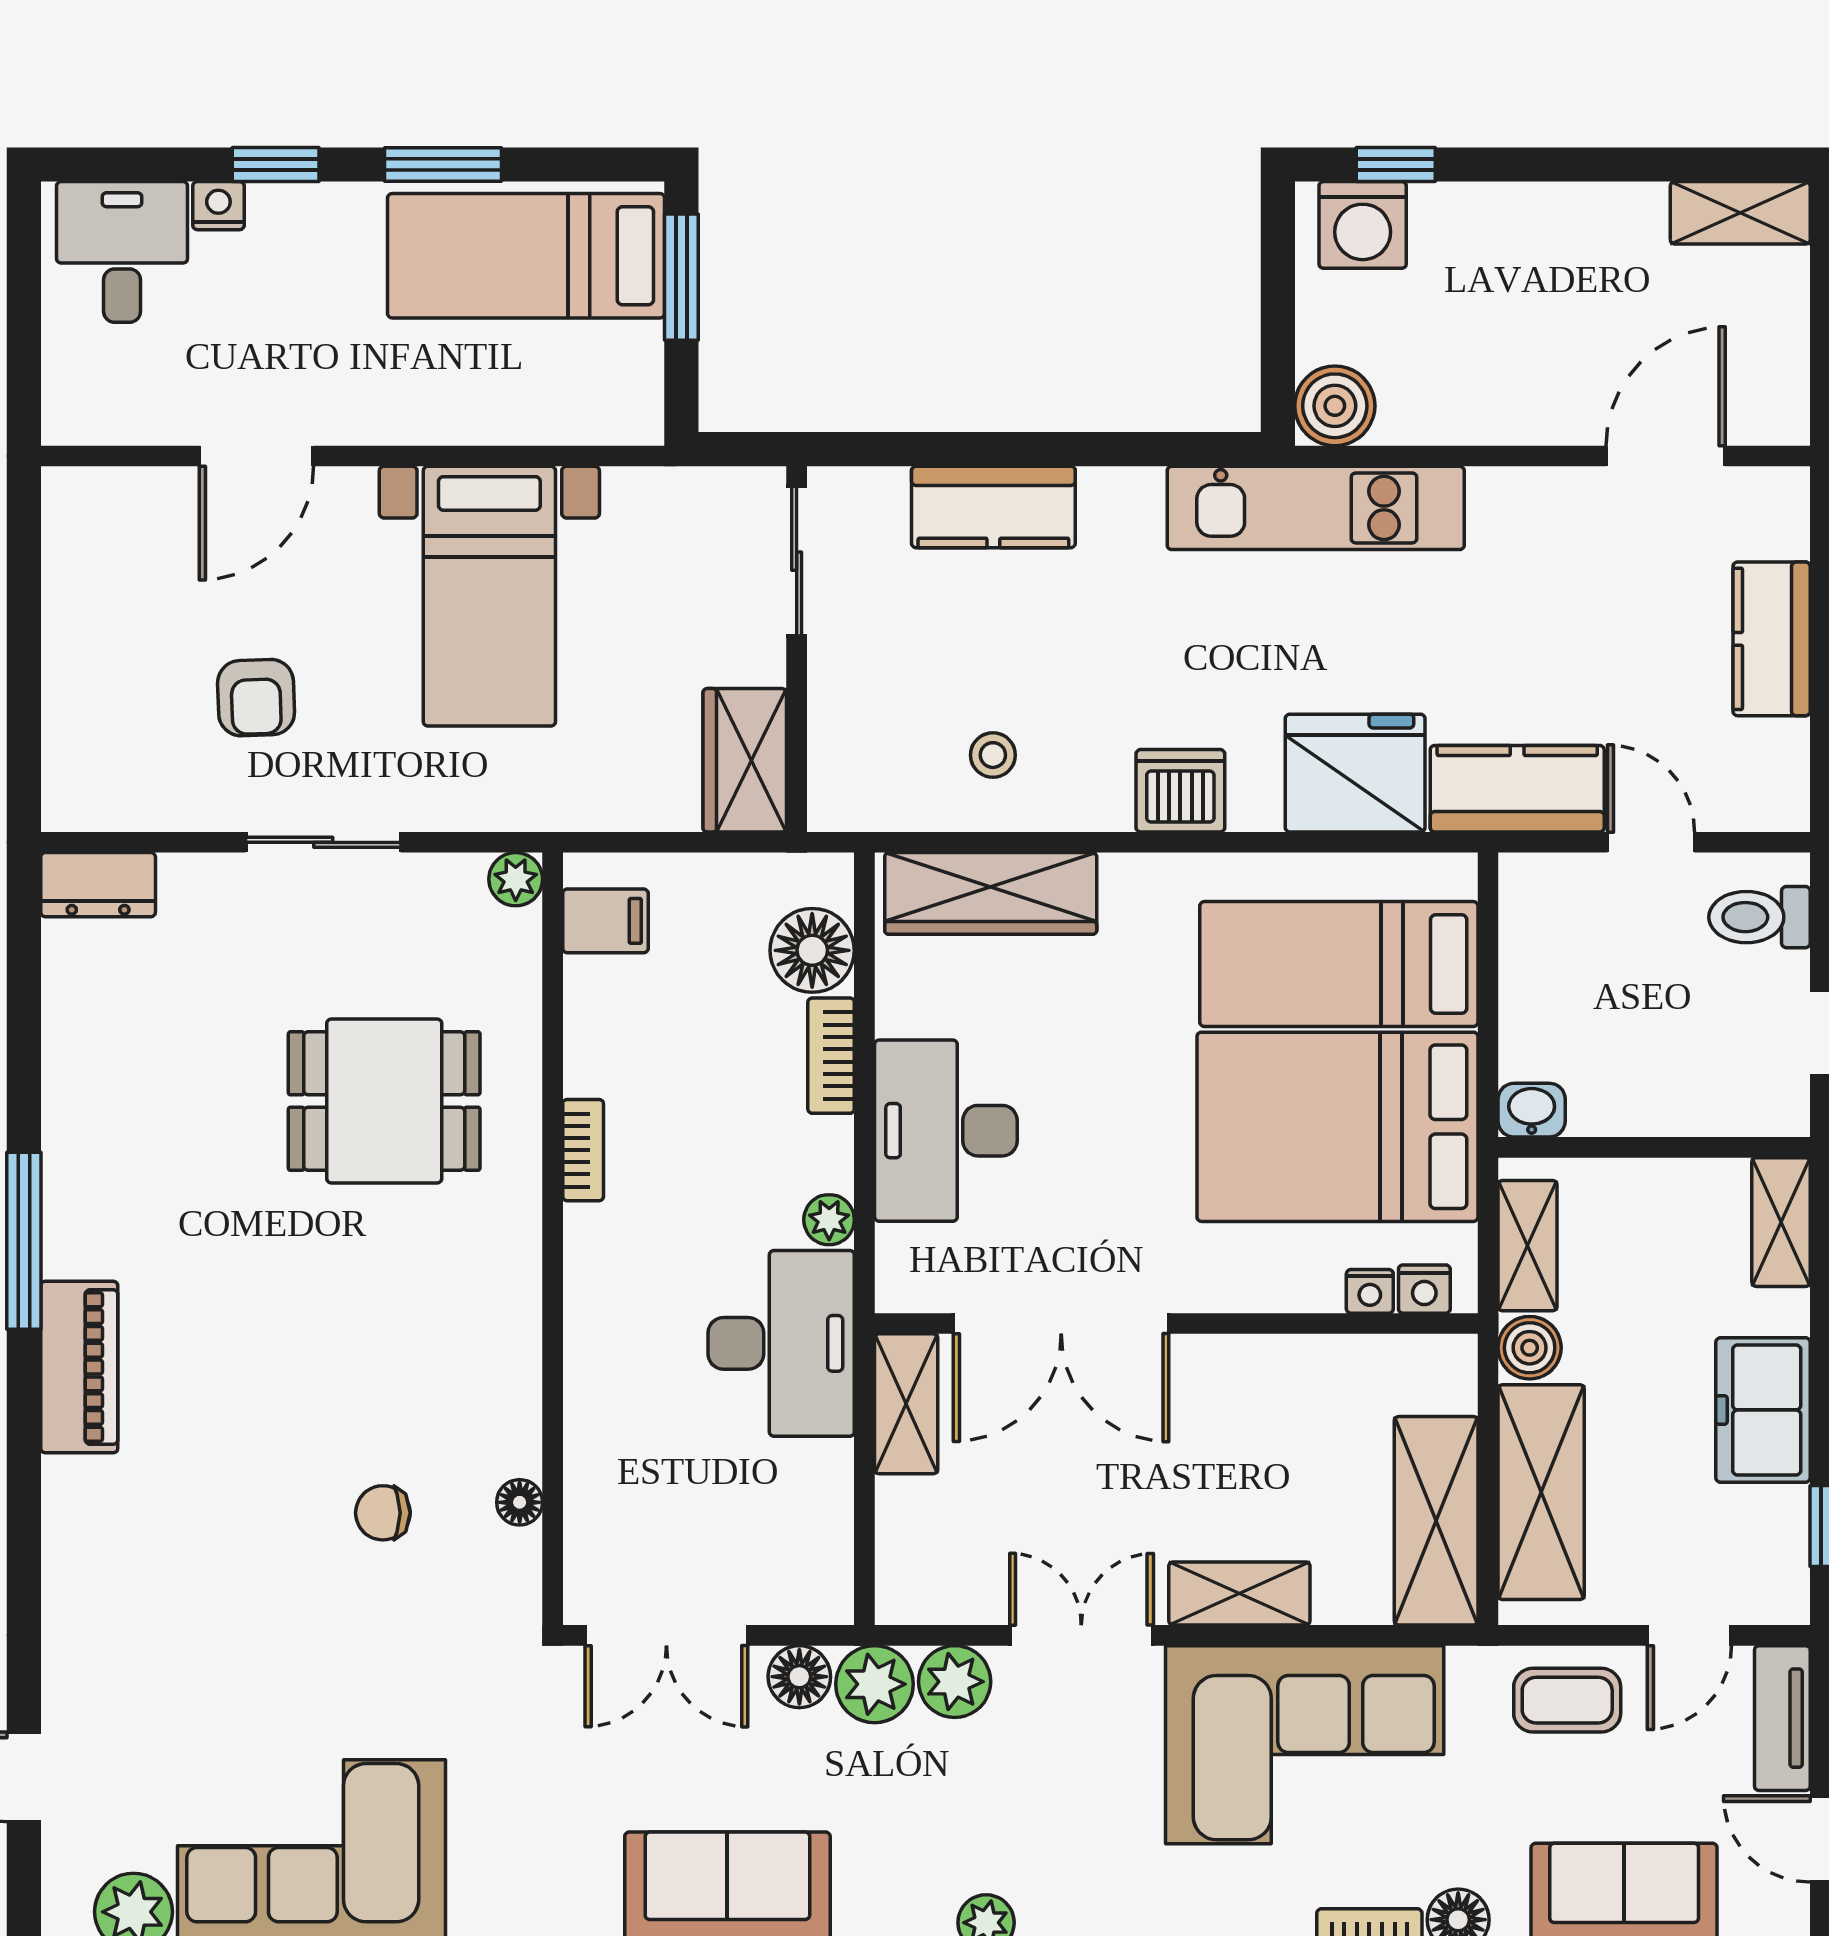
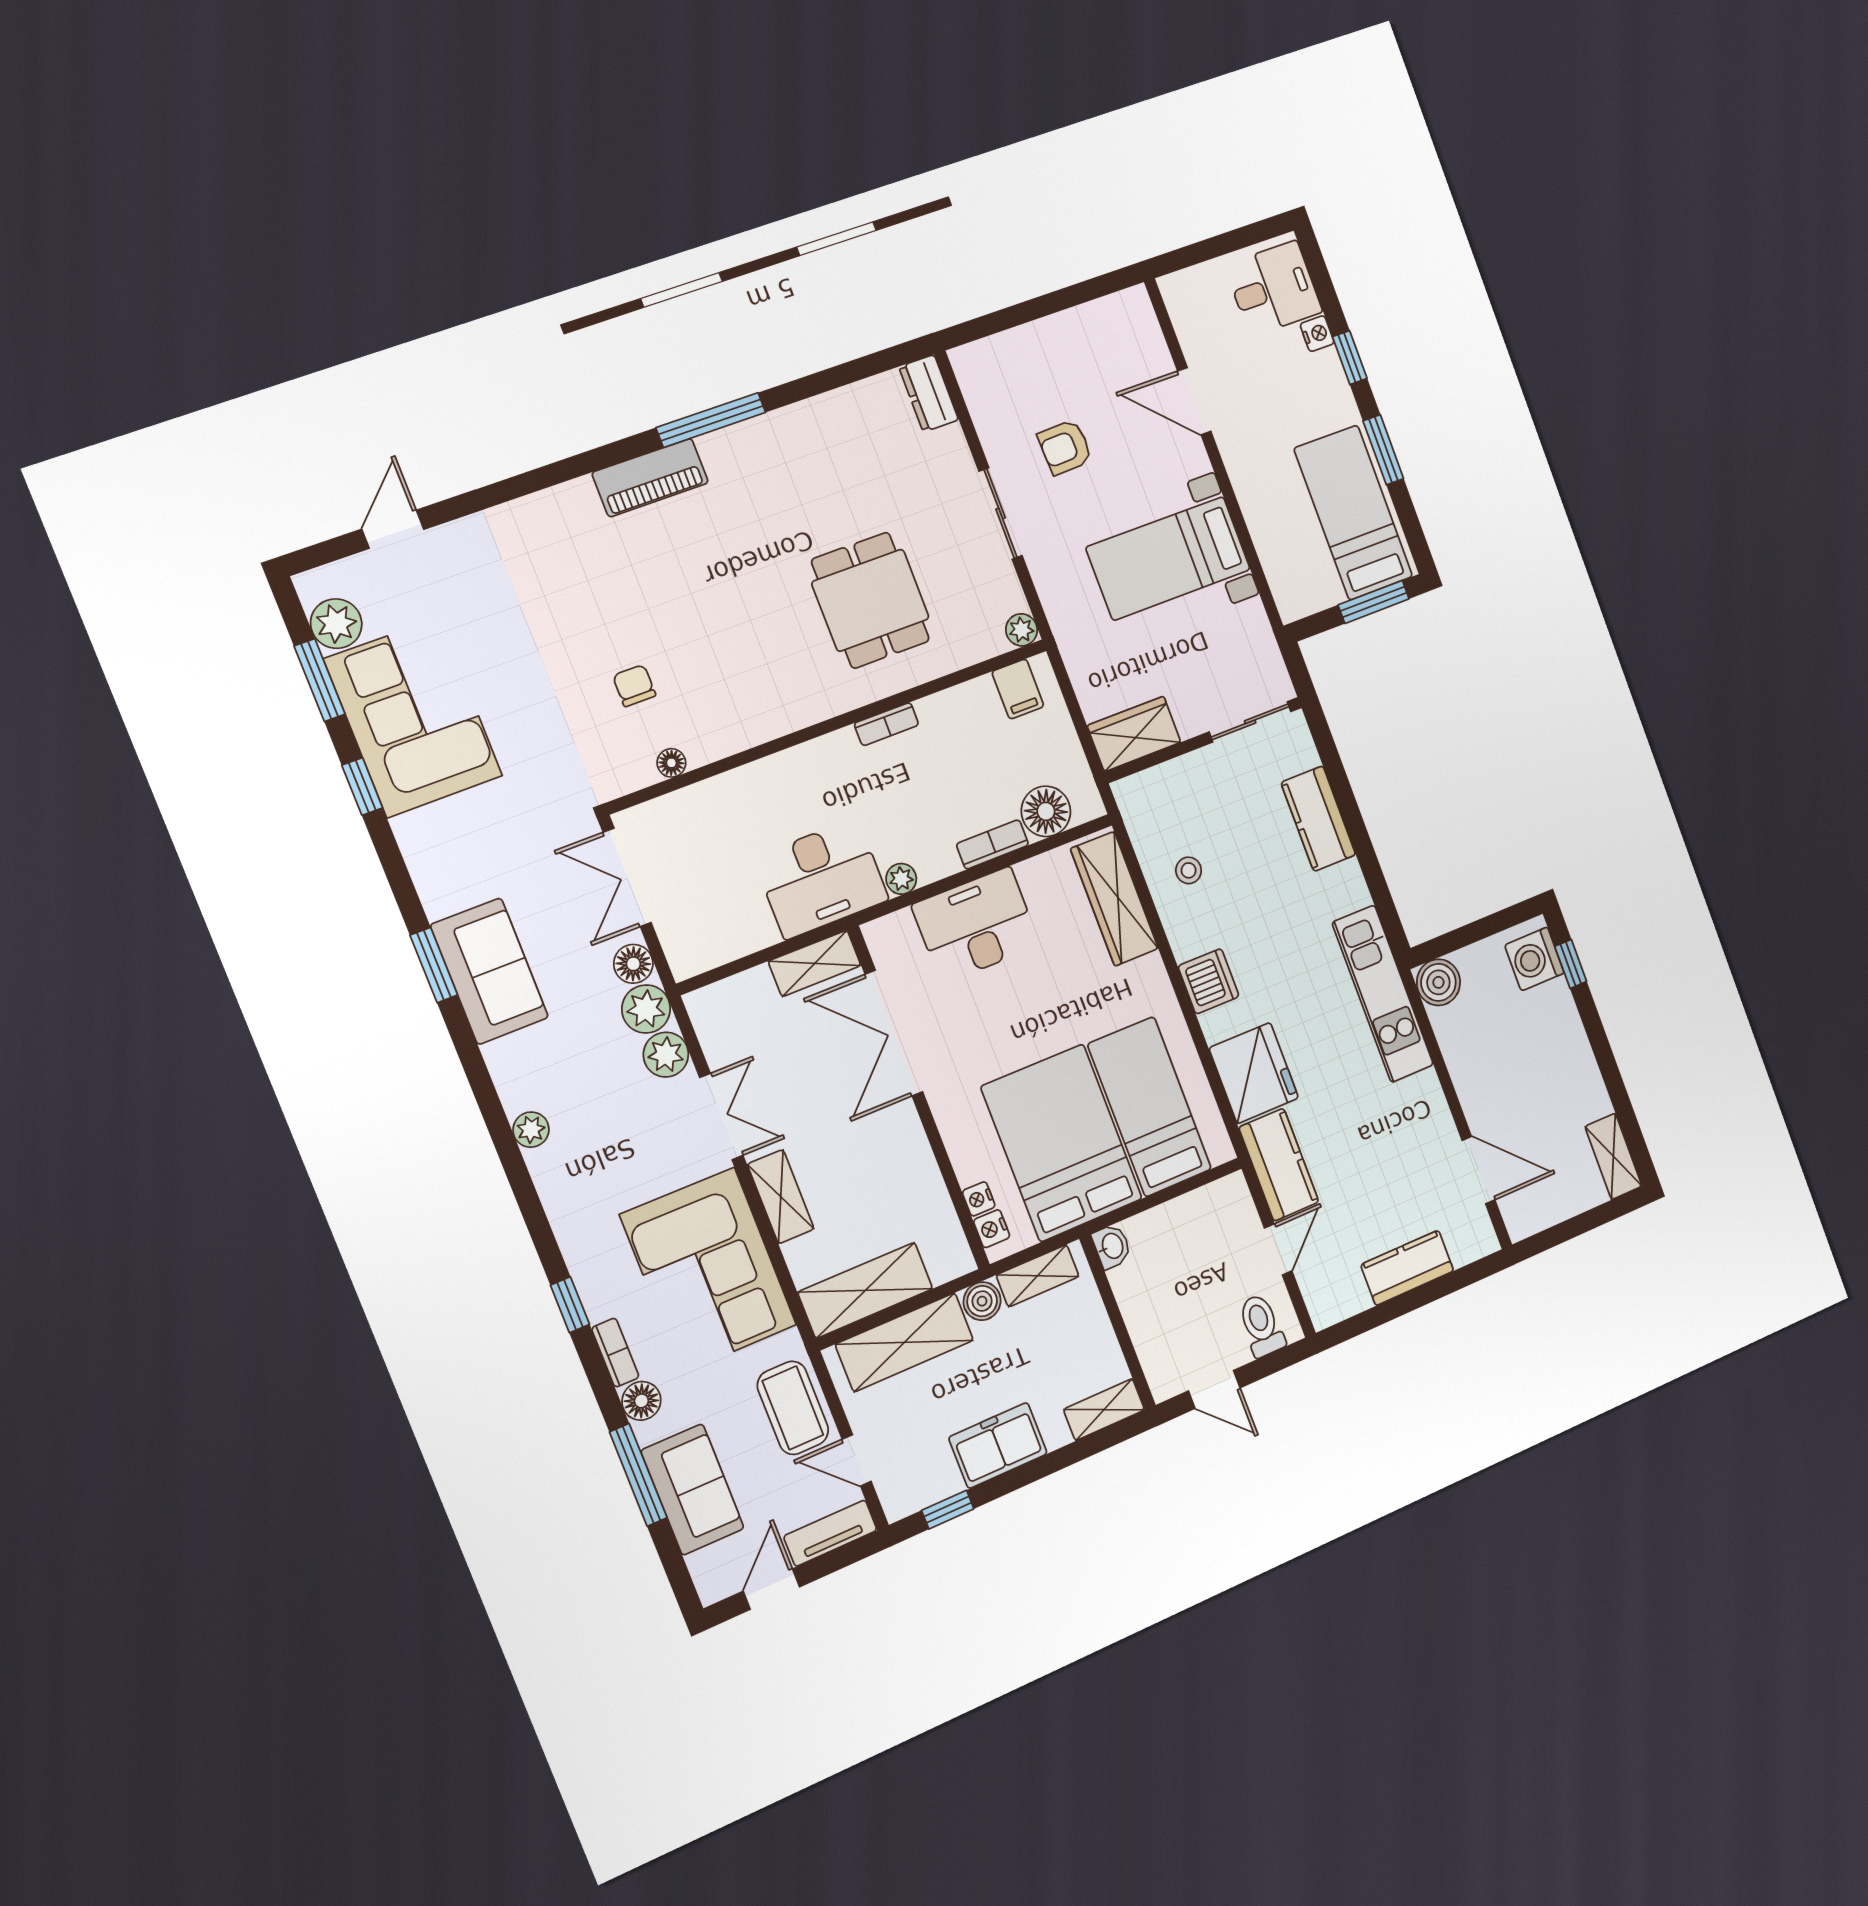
coffee table: (1567, 1700) -> (793, 1408), width x1.36, depth x1.30

